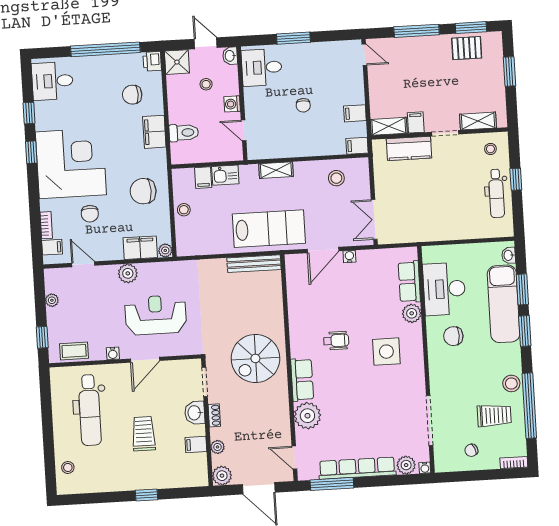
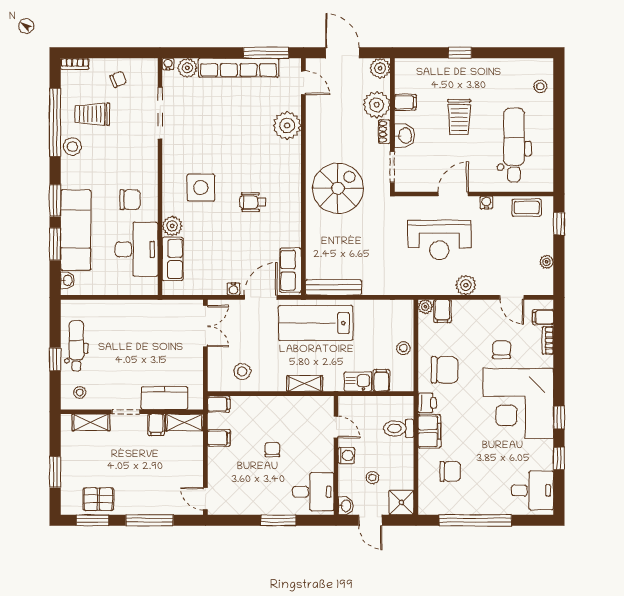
printer: (152, 61) -> (427, 403), moved
filing cabinet: (140, 248) -> (442, 311), width x0.50
row of seats: (302, 380) -> (291, 270), moved
plant: (217, 447) -> (377, 105), width x1.88, depth x1.88

